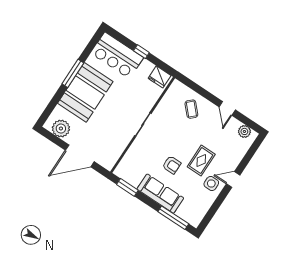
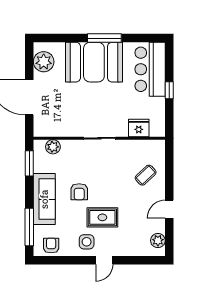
fridge: (160, 77) -> (139, 128), moved, turned 90
plant: (127, 162) -> (53, 147), added
door: (233, 180) -> (104, 260), swing flipped
armchair: (197, 211) -> (51, 246), added

